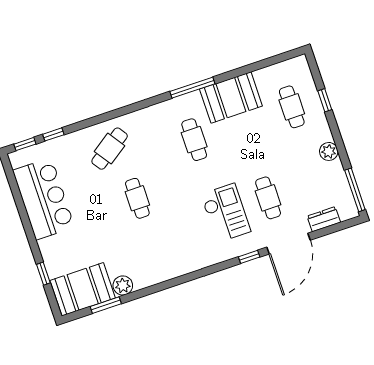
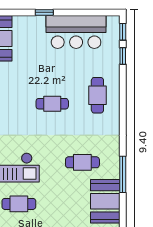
cafe table: (110, 149) -> (97, 95), turned 35
window: (43, 274) -> (44, 12), moved

